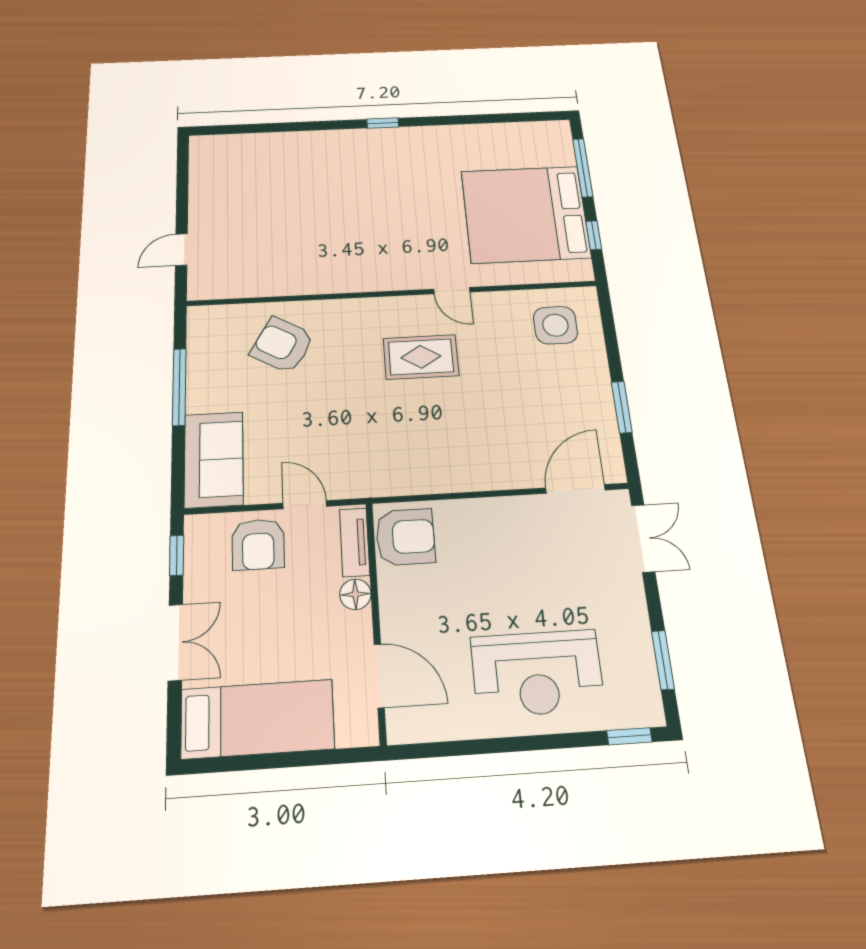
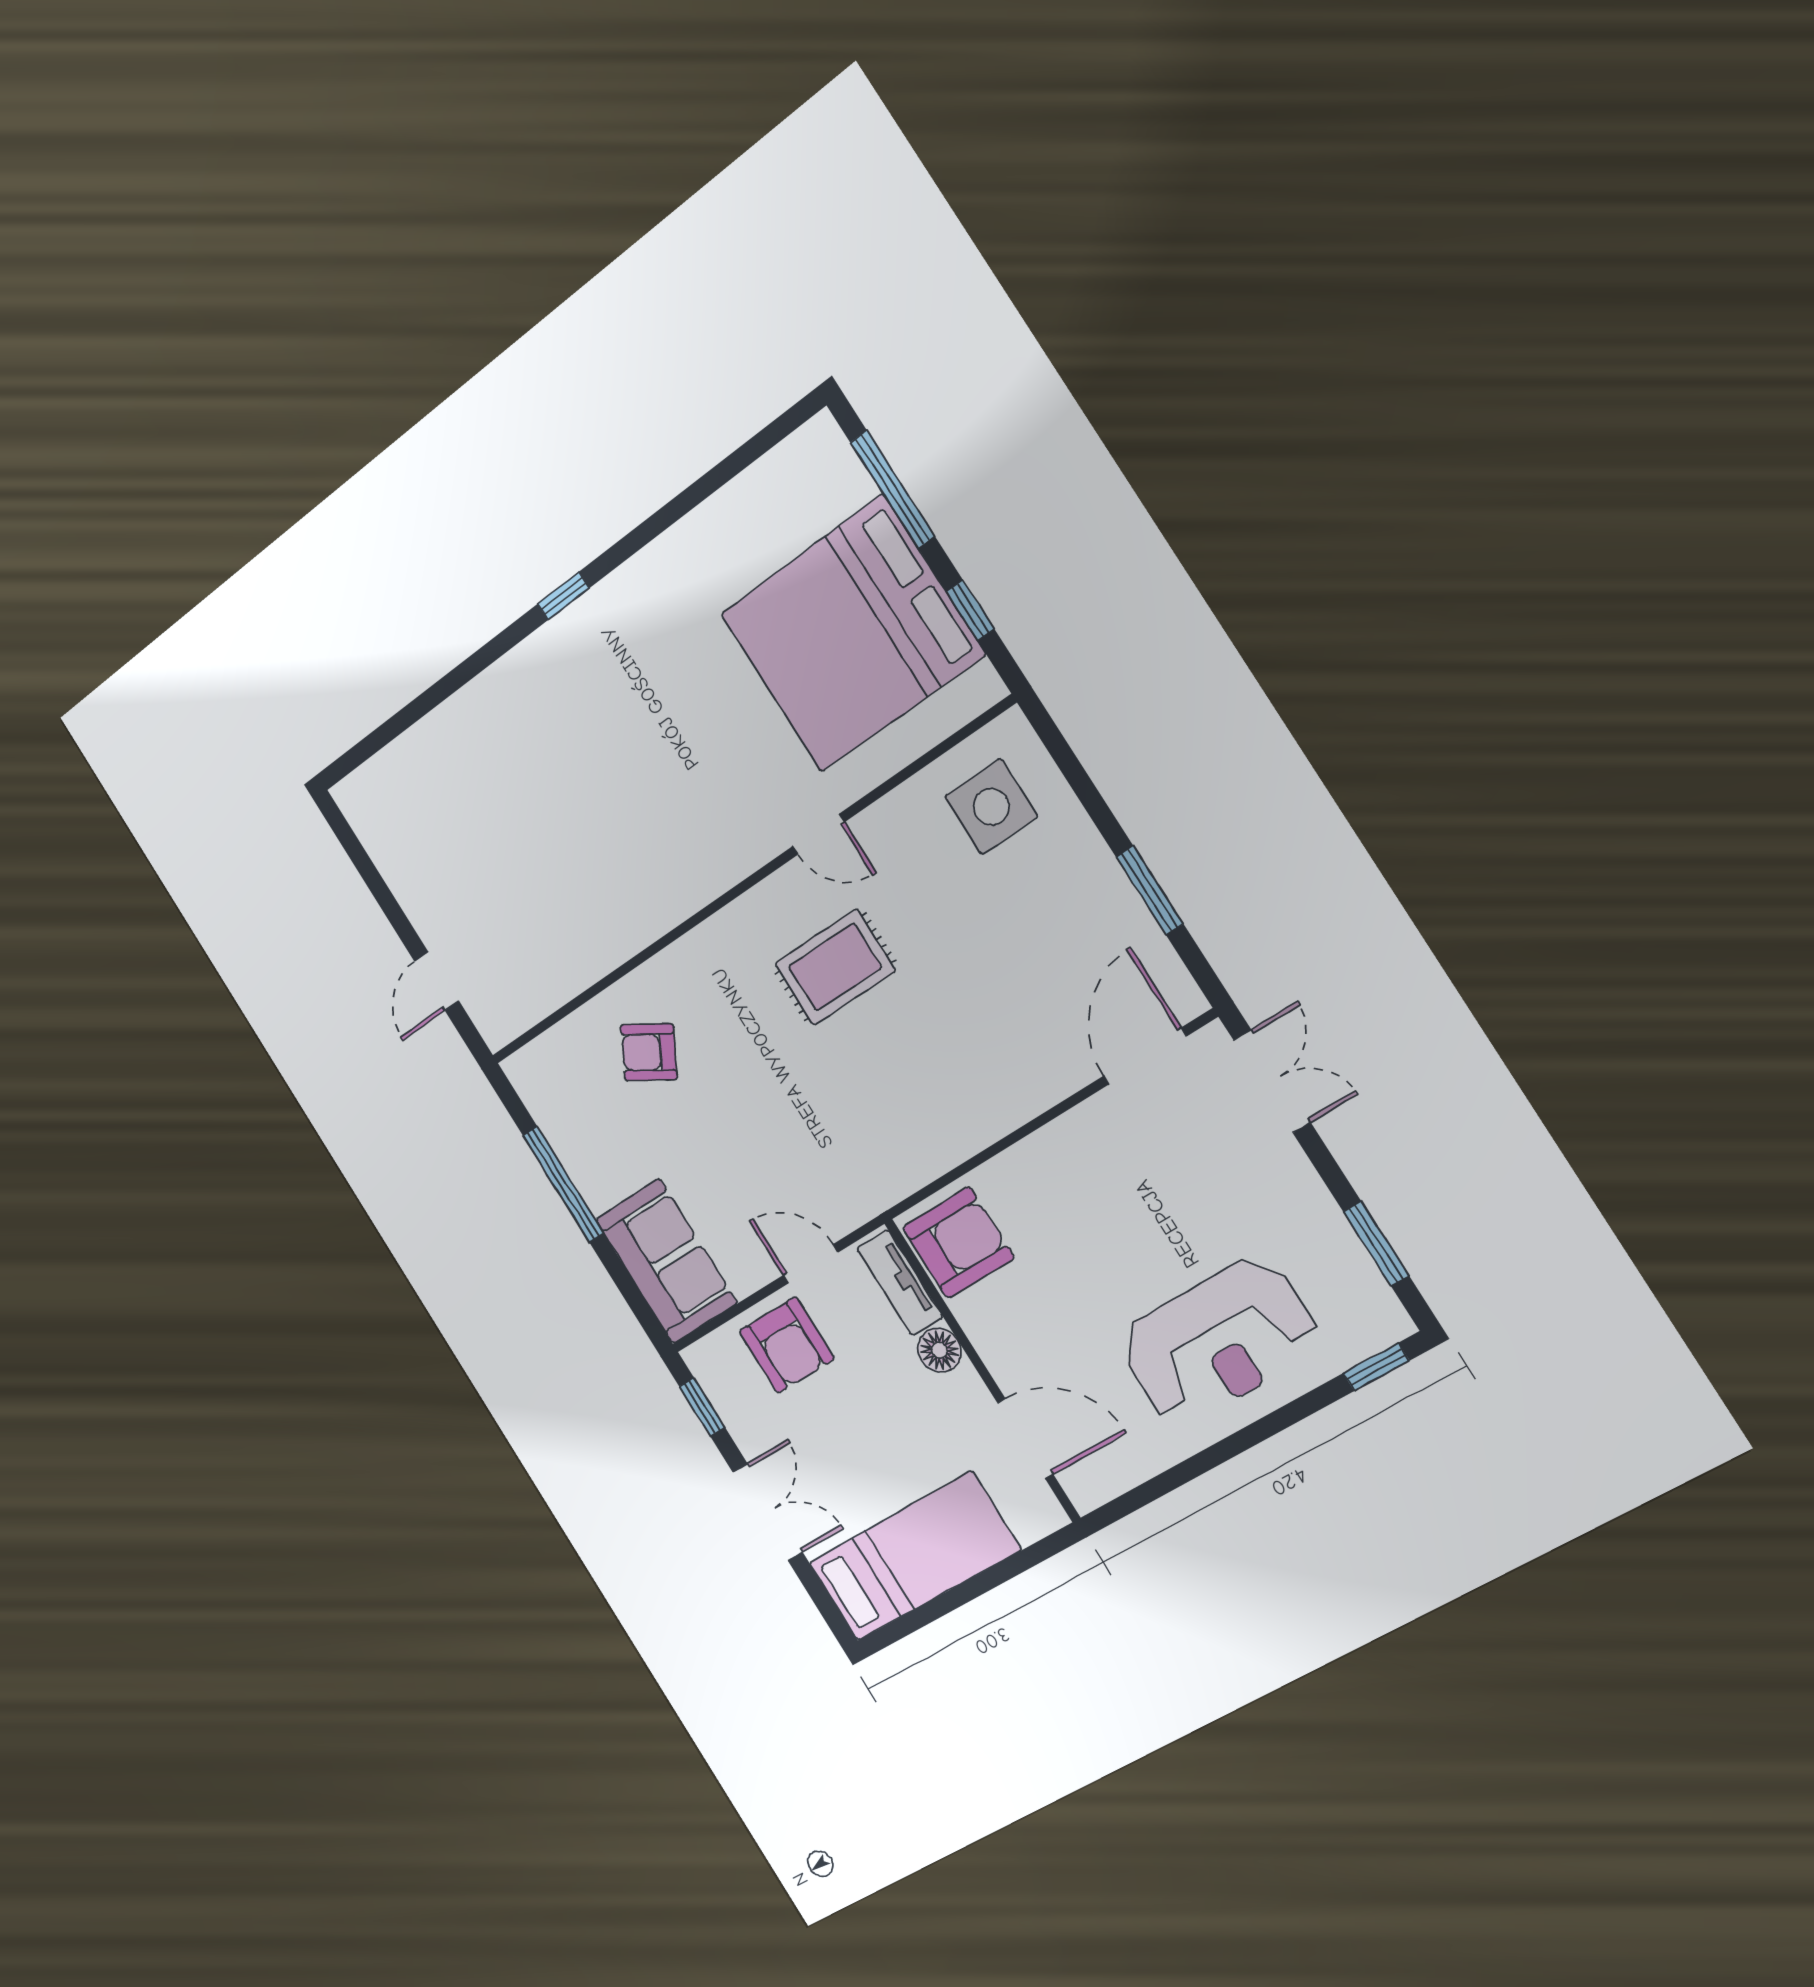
armchair: (282, 345) -> (649, 1052), width x0.72, depth x0.72

